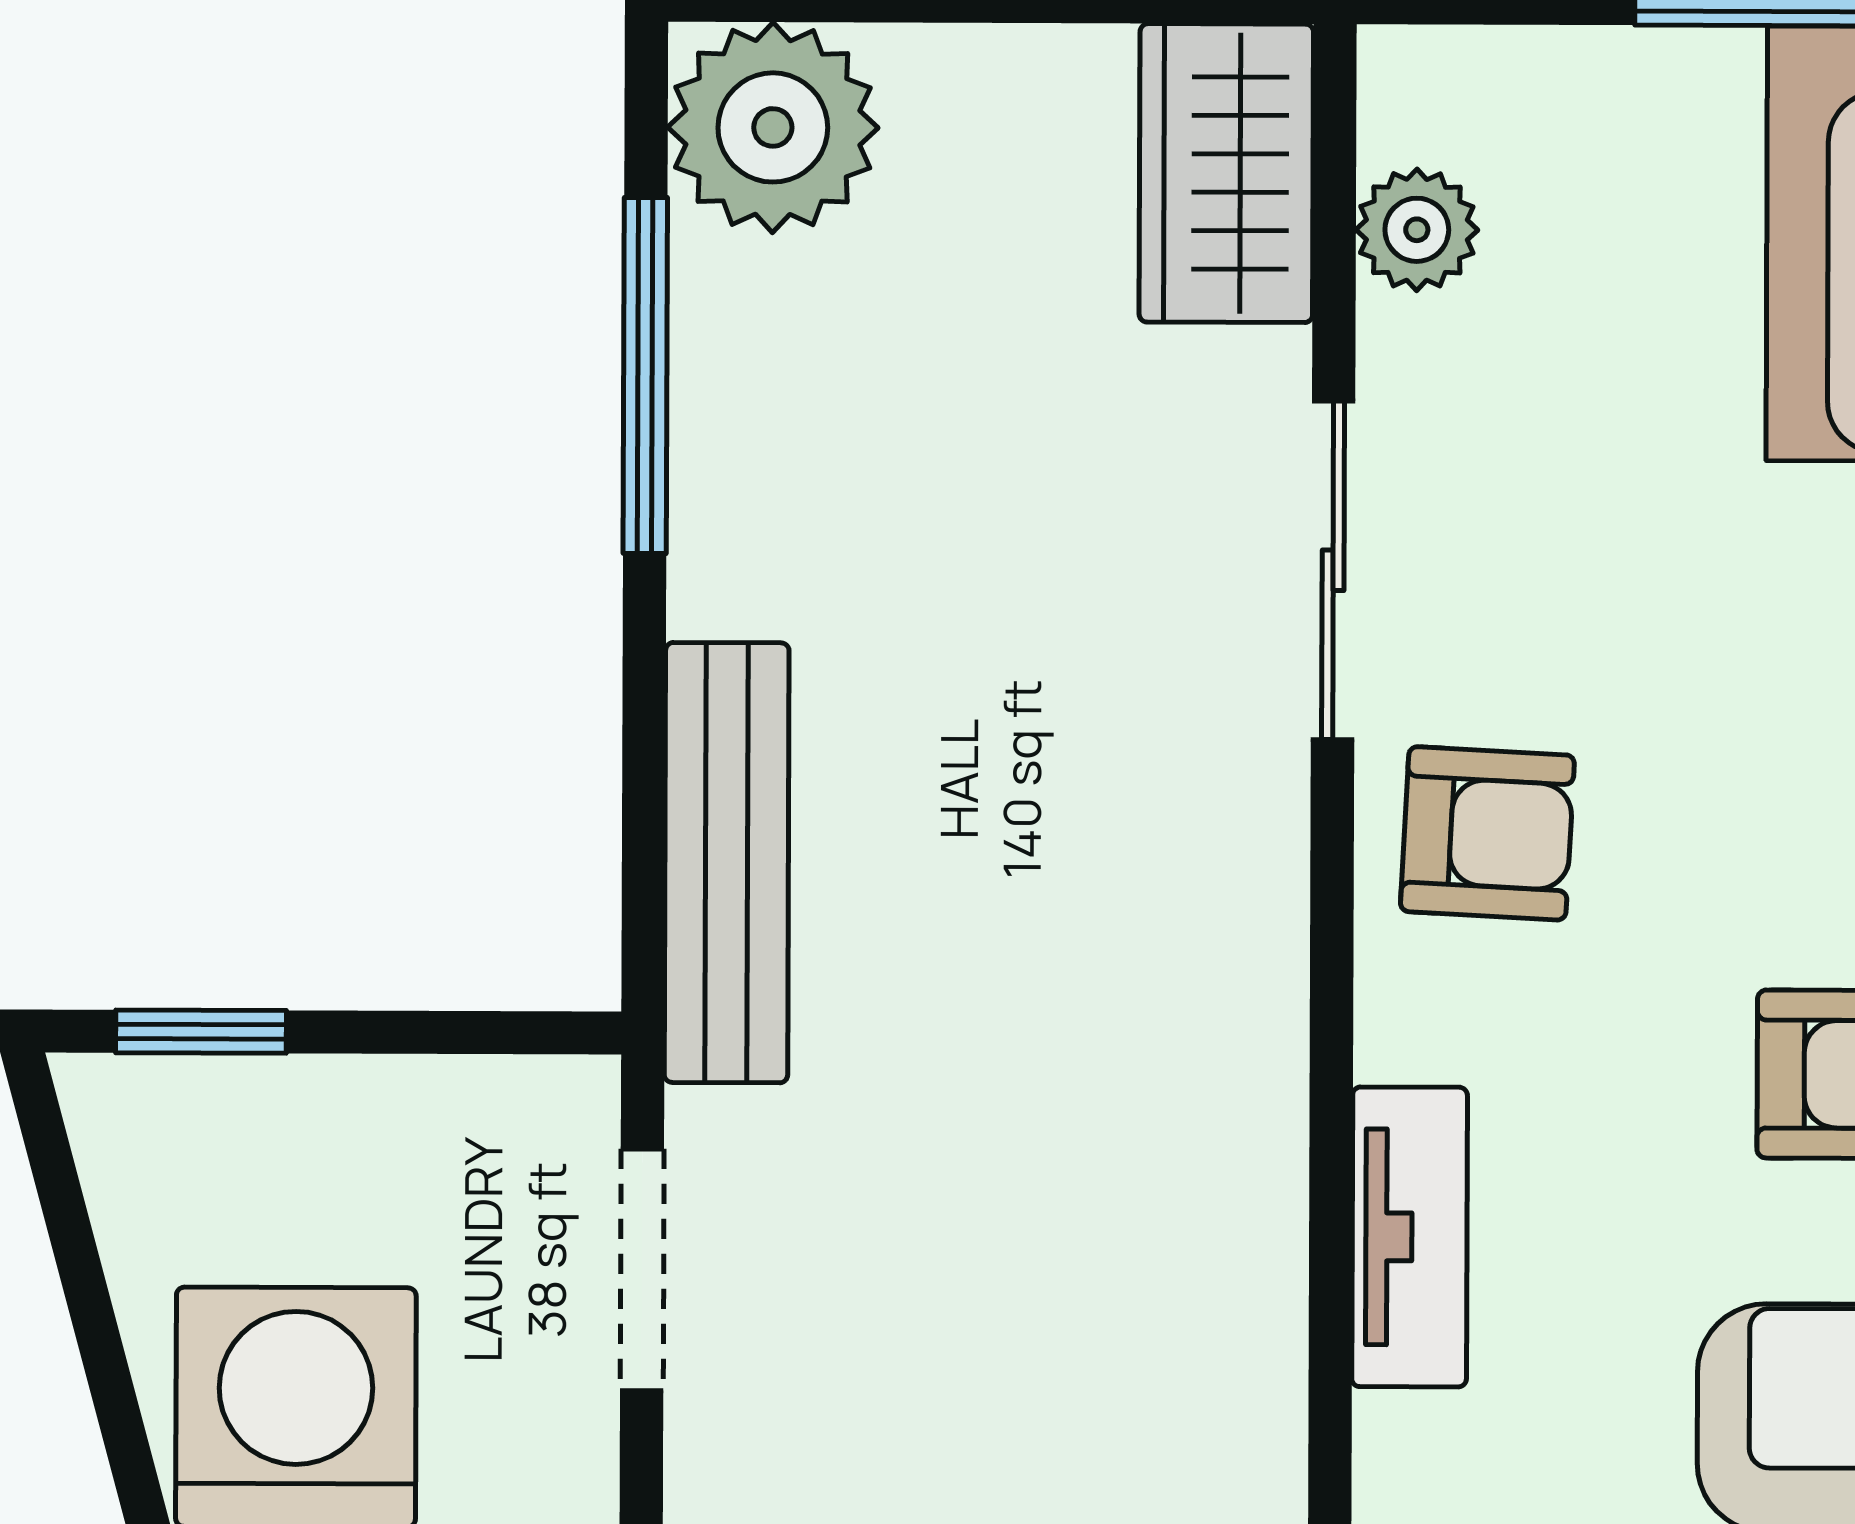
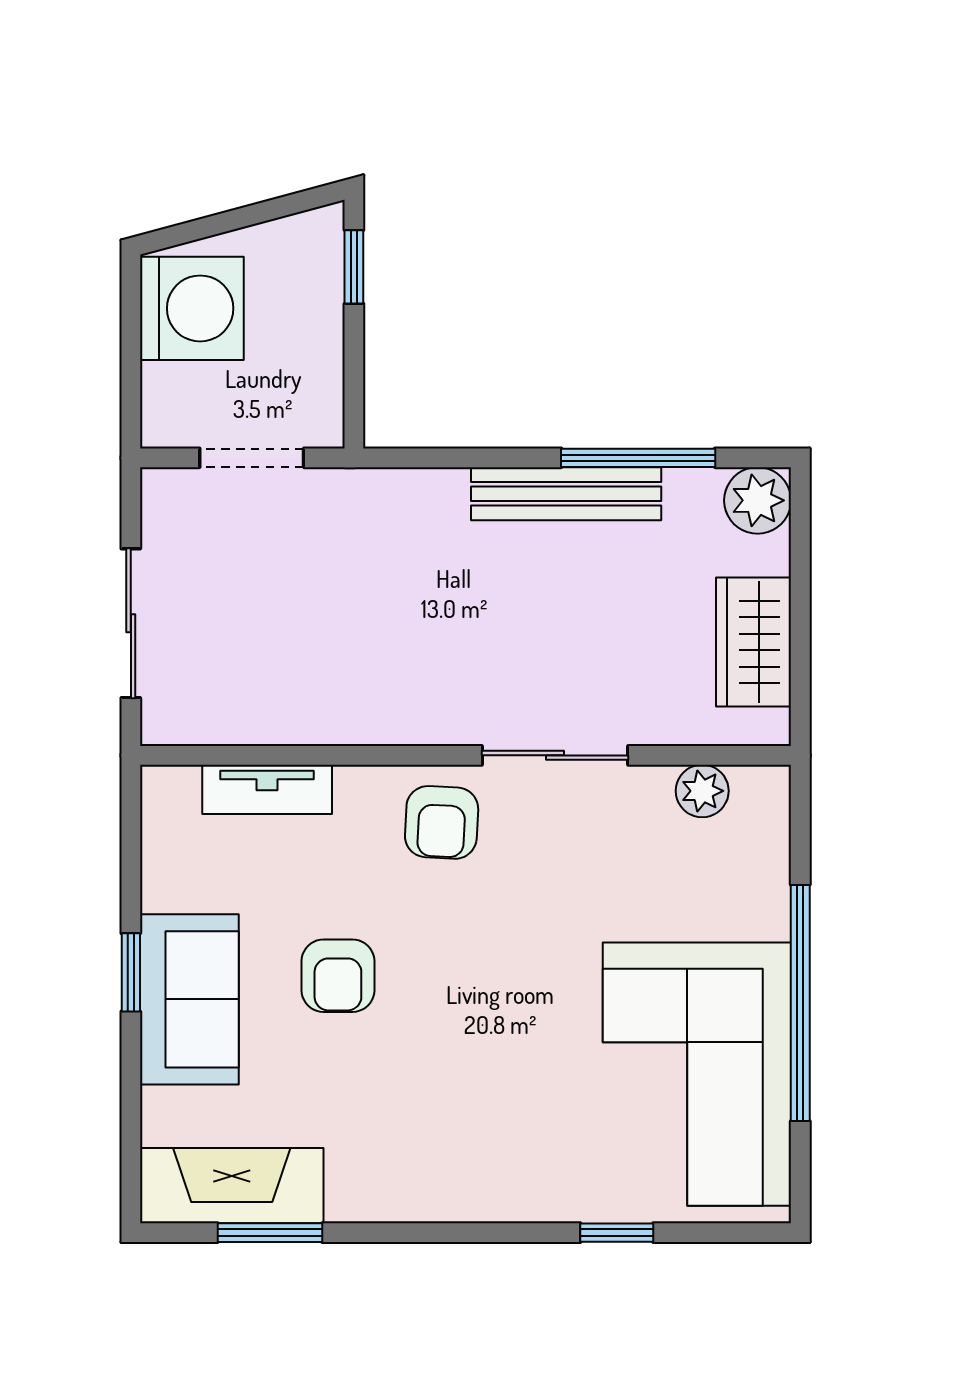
plant: (773, 127) -> (758, 500), width x0.73, depth x0.73
wardrobe: (1226, 173) -> (753, 642), moved, turned -90
bench: (727, 863) -> (566, 494), moved

